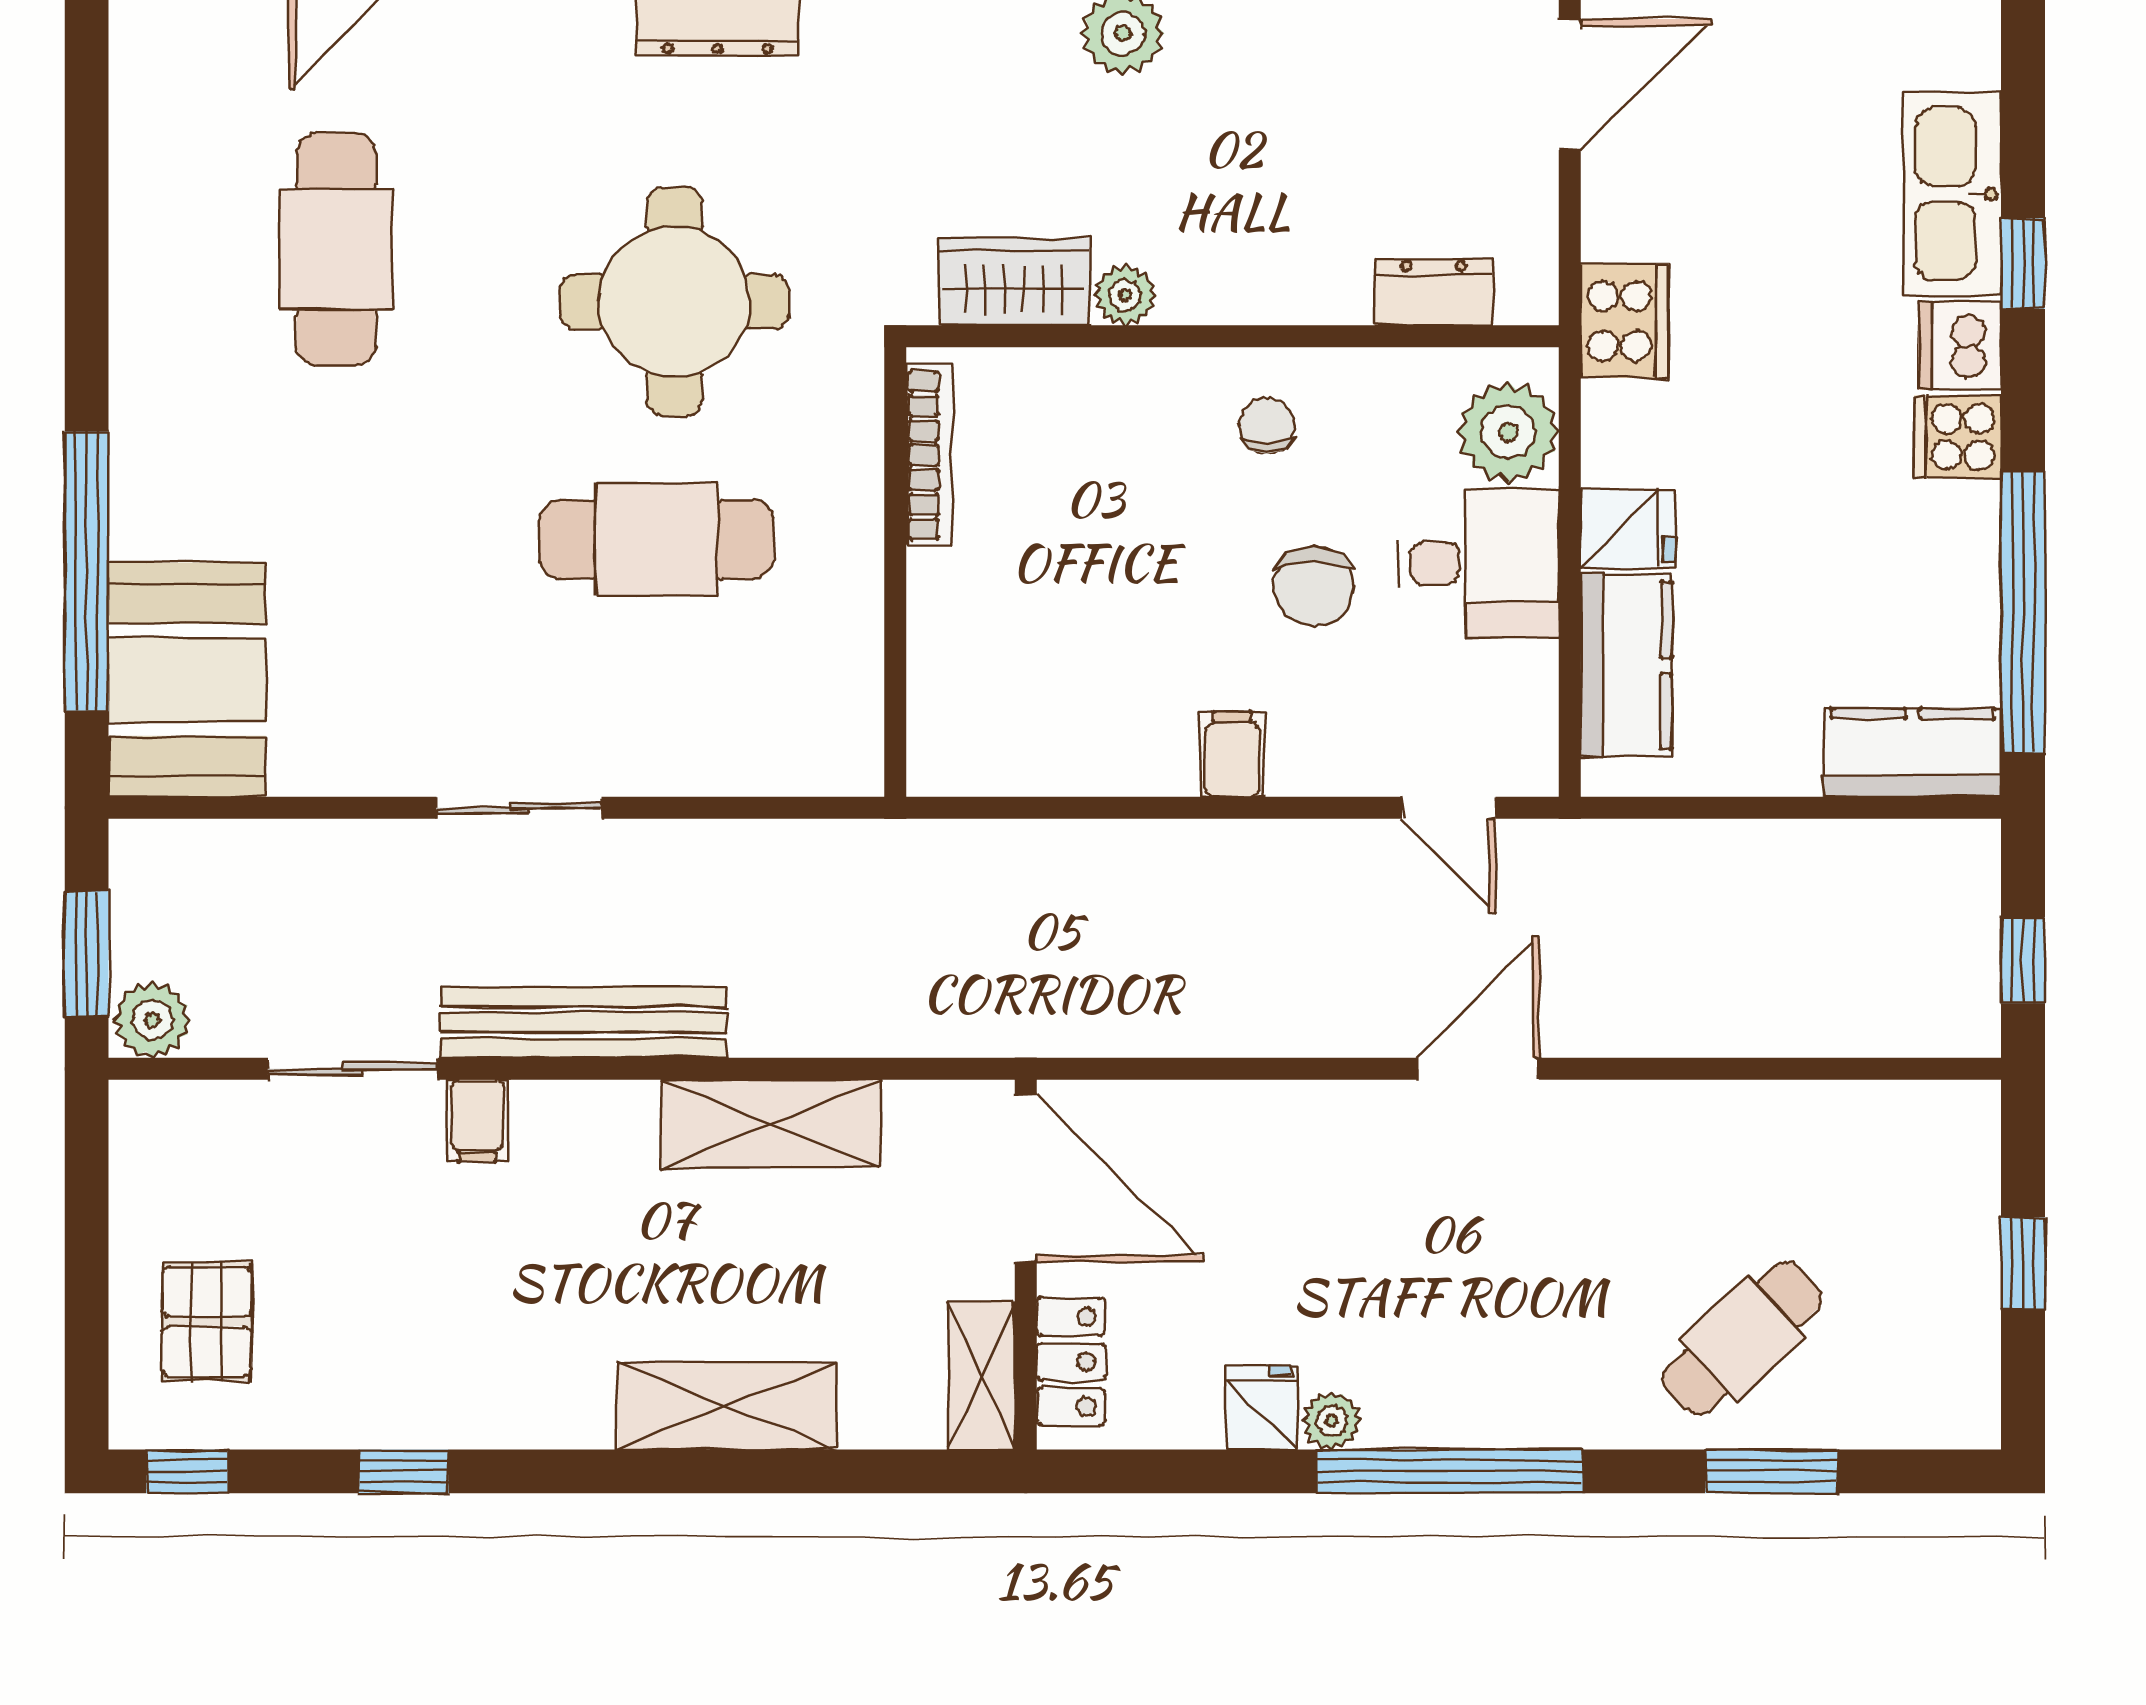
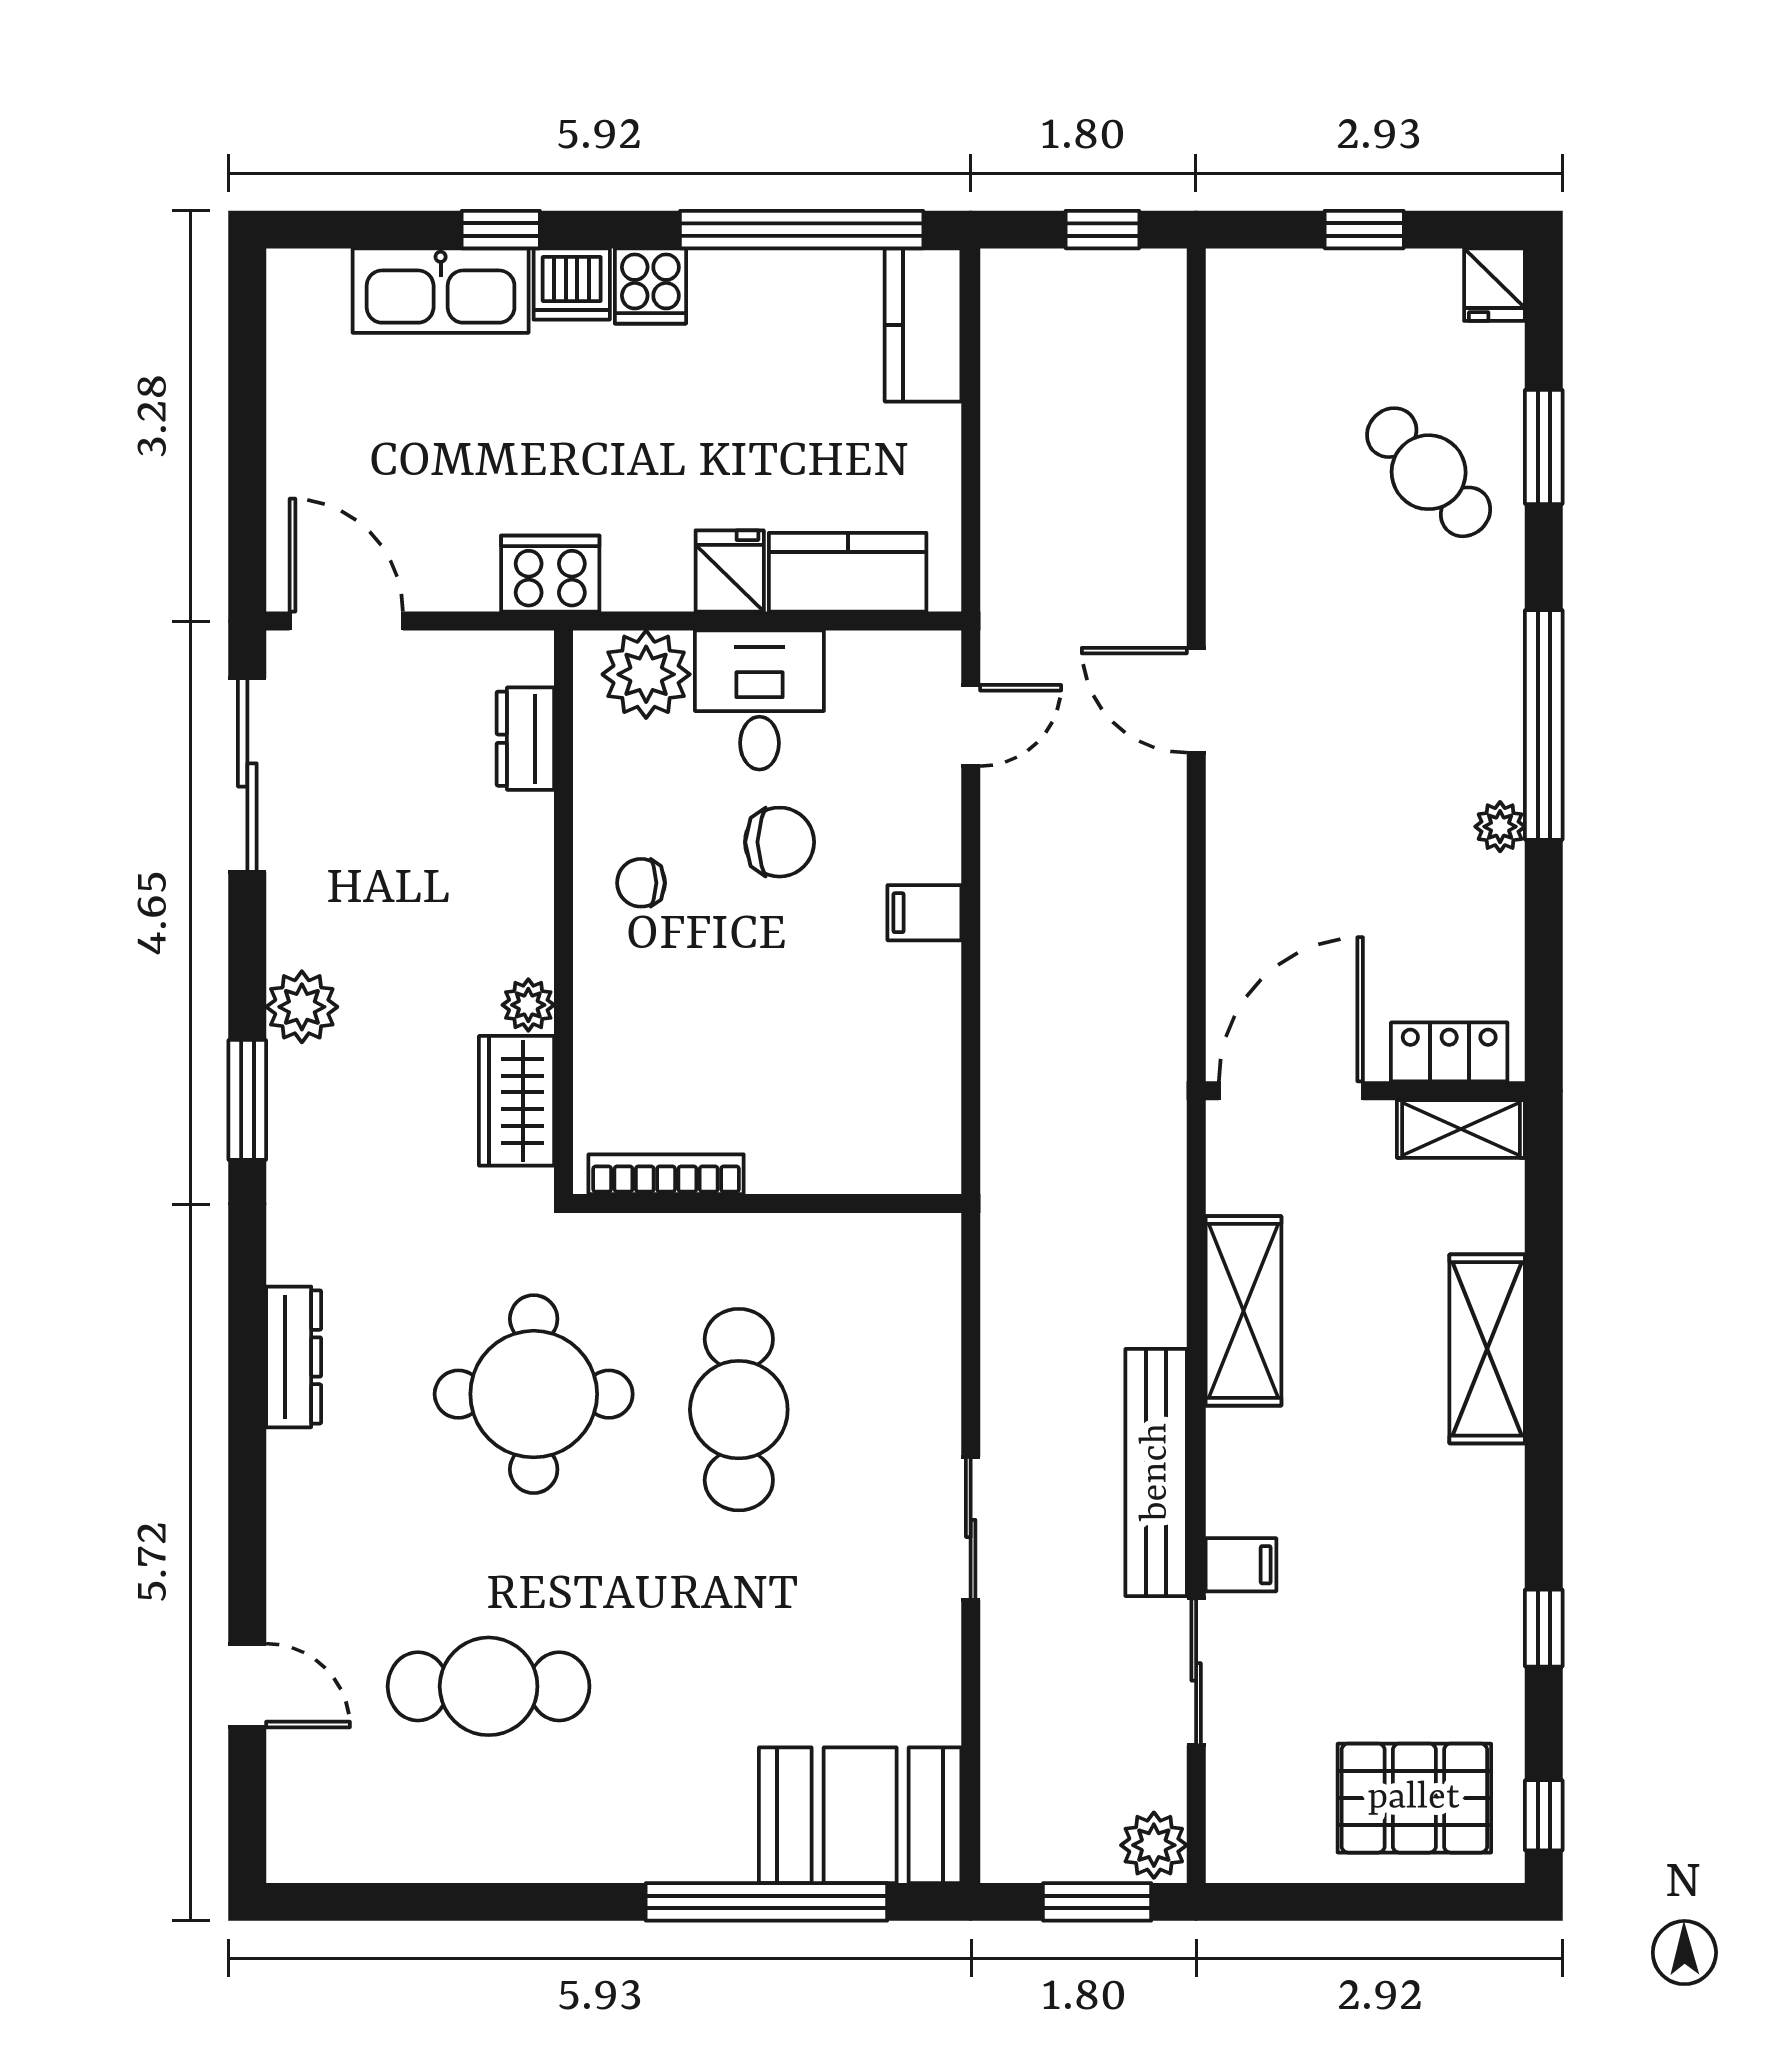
pallet: (207, 1321) -> (1414, 1798), width x1.50, depth x1.42
fridge: (1262, 1408) -> (1495, 285), moved, turned -90

